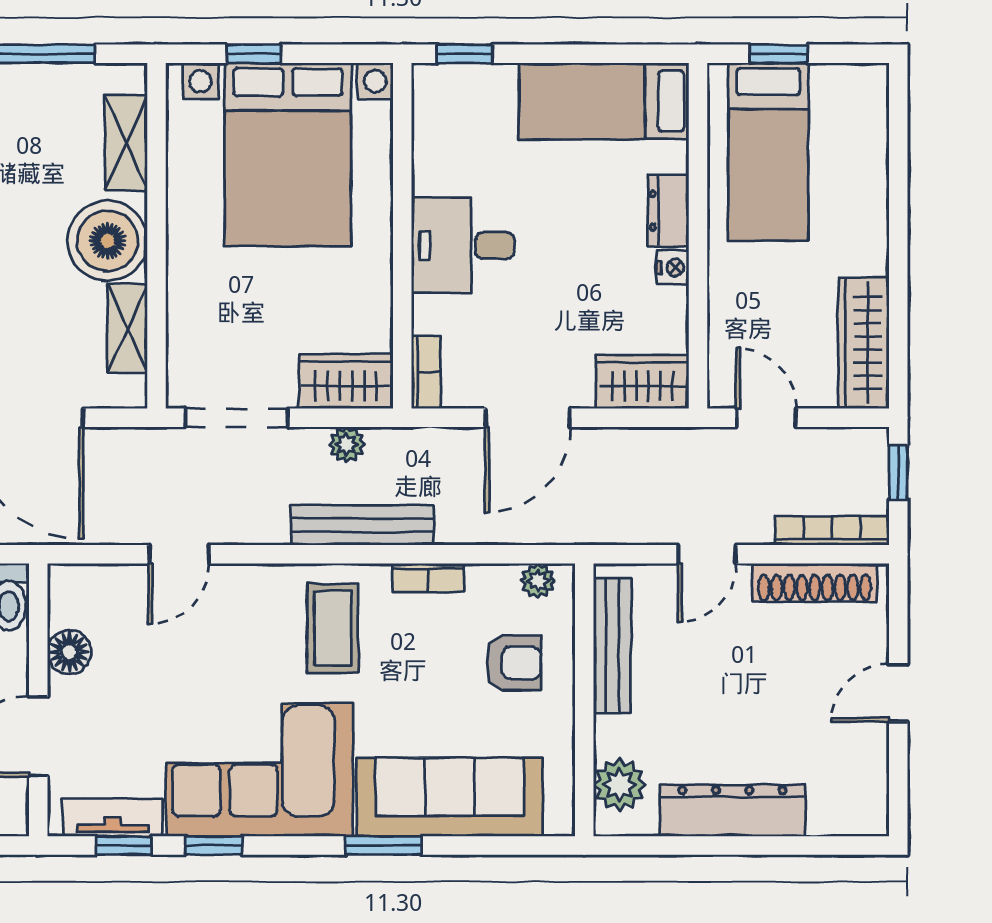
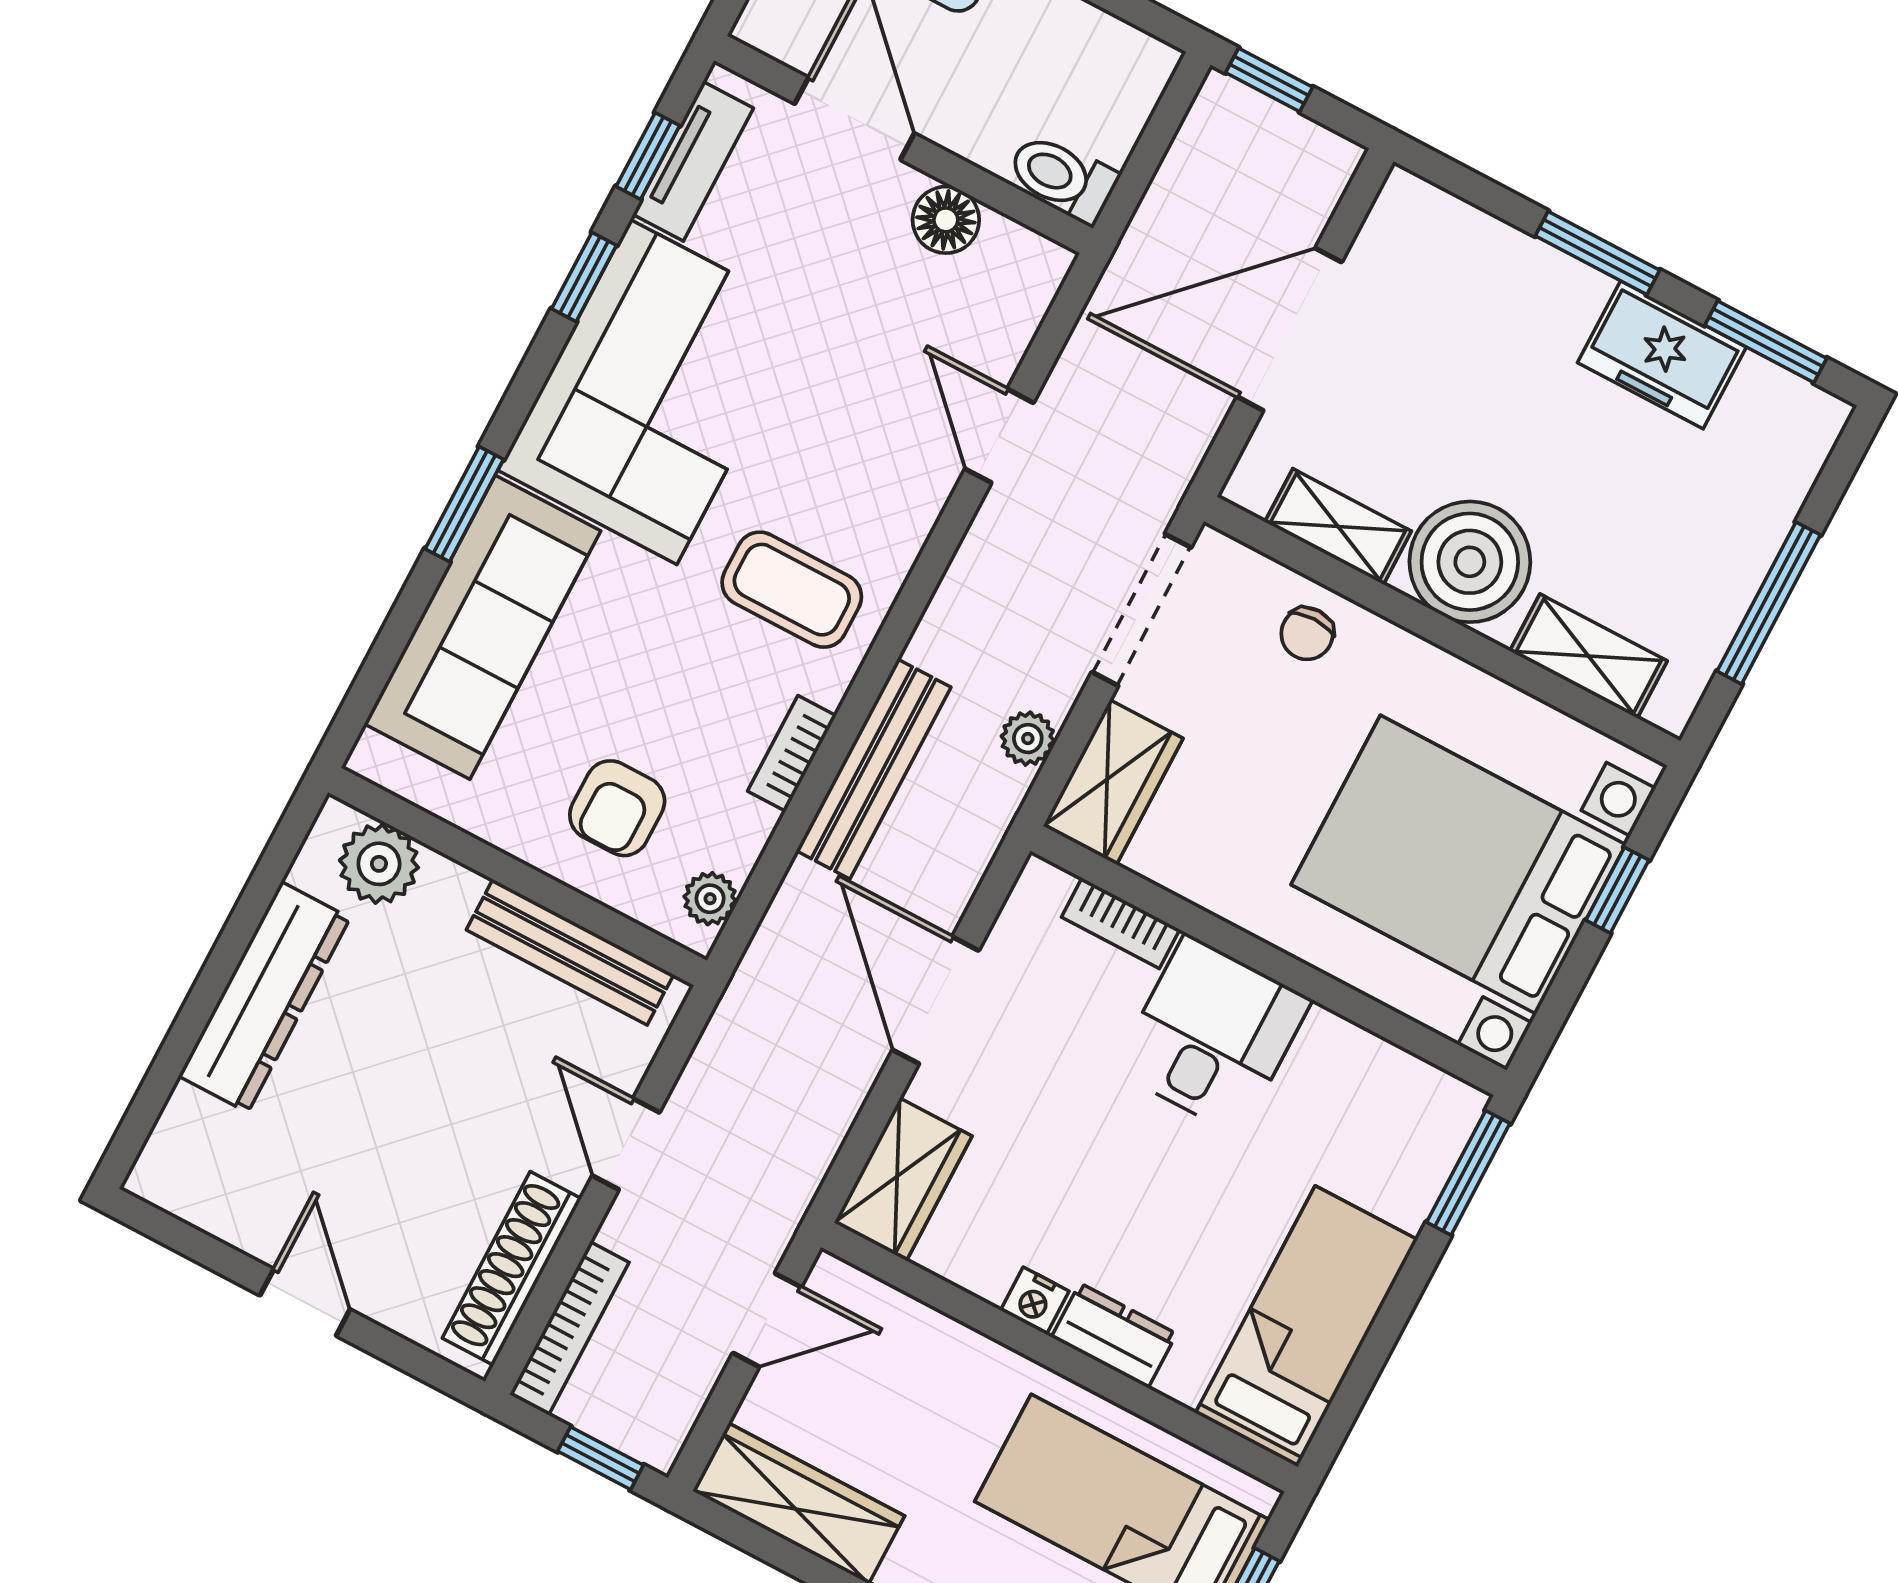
window: (465, 54) -> (1468, 1173), width x1.50
chair: (200, 314) -> (1307, 634), added
bookcase: (426, 372) -> (1121, 923), moved
bench: (362, 525) -> (874, 769), moved

